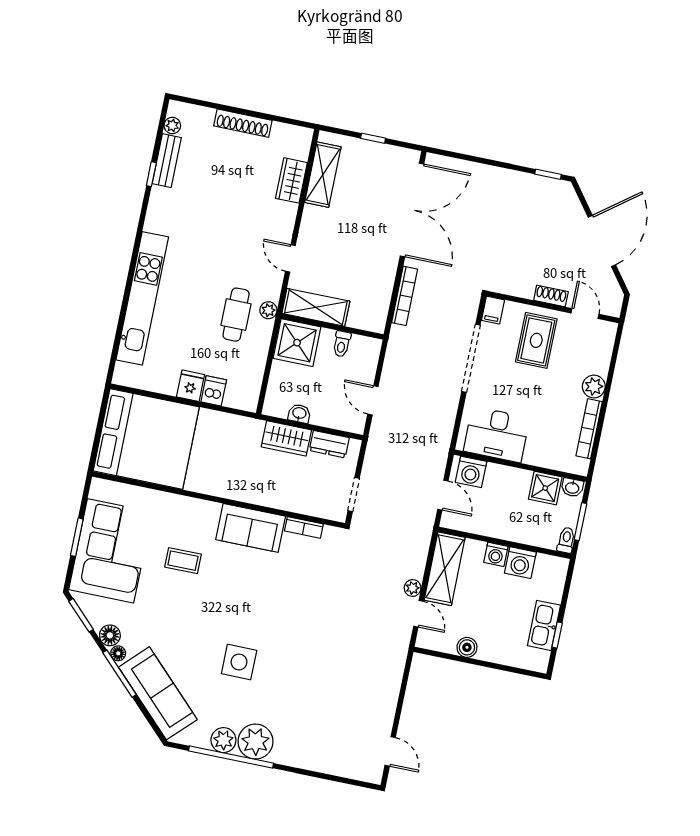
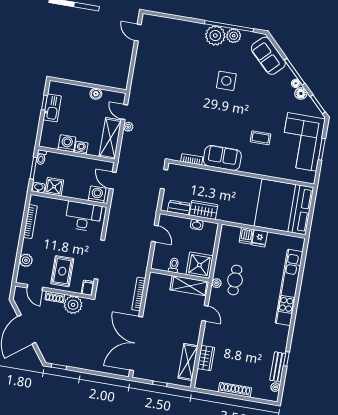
plant: (520, 281) -> (73, 305), added
plant: (594, 387) -> (26, 260), moved
sofa: (158, 693) -> (268, 56), width x0.73

